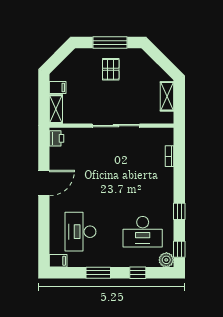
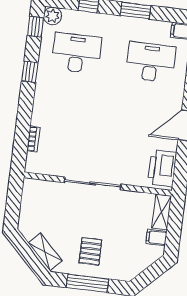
shelving: (167, 96) -> (45, 252), moved, turned -45
printer: (57, 138) -> (162, 168), width x1.87, depth x1.48
desk: (80, 232) -> (151, 62), turned -90

